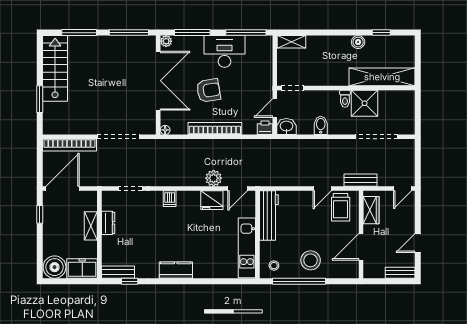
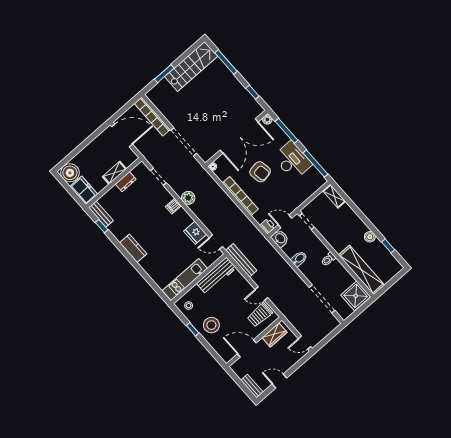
window: (129, 33) -> (253, 92), width x0.46
shower: (365, 103) -> (356, 296), moved
plant: (214, 178) -> (188, 198), moved
bench: (361, 180) -> (241, 260), moved, width x1.36
window: (40, 214) -> (94, 135), removed
window: (299, 281) -> (193, 329), width x0.32

